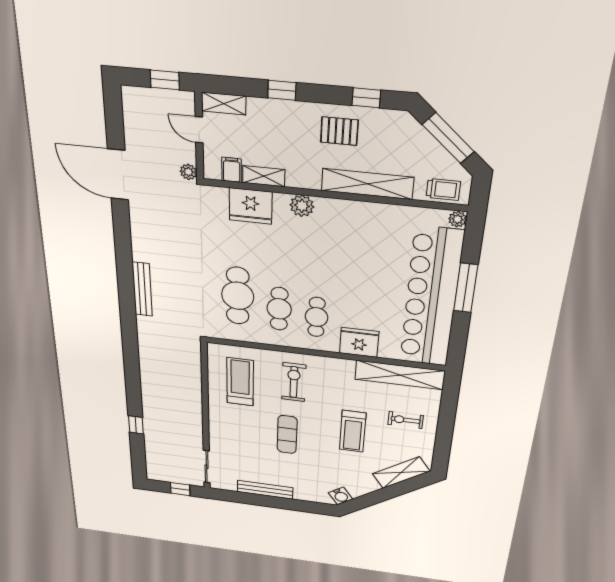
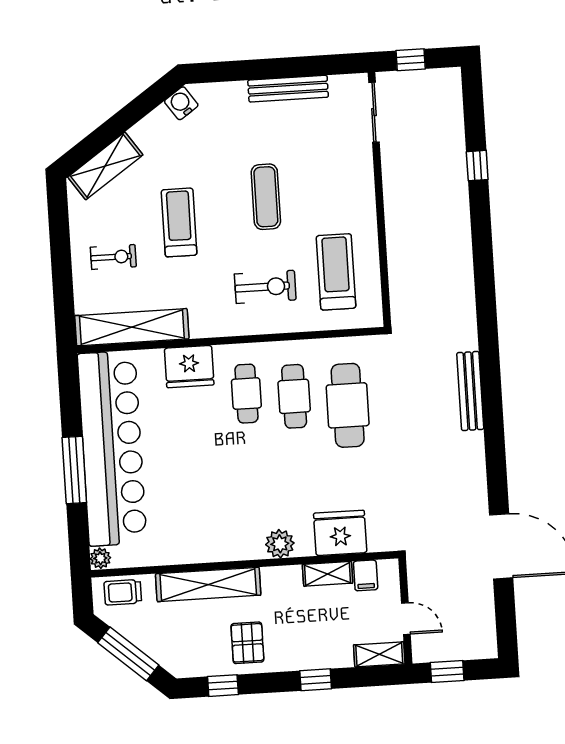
pallet: (339, 131) -> (247, 643), turned 90
plant: (188, 172) -> (416, 564), removed
treadmill: (240, 382) -> (336, 272), turned 180
exercise bike: (294, 382) -> (265, 287), turned -90

